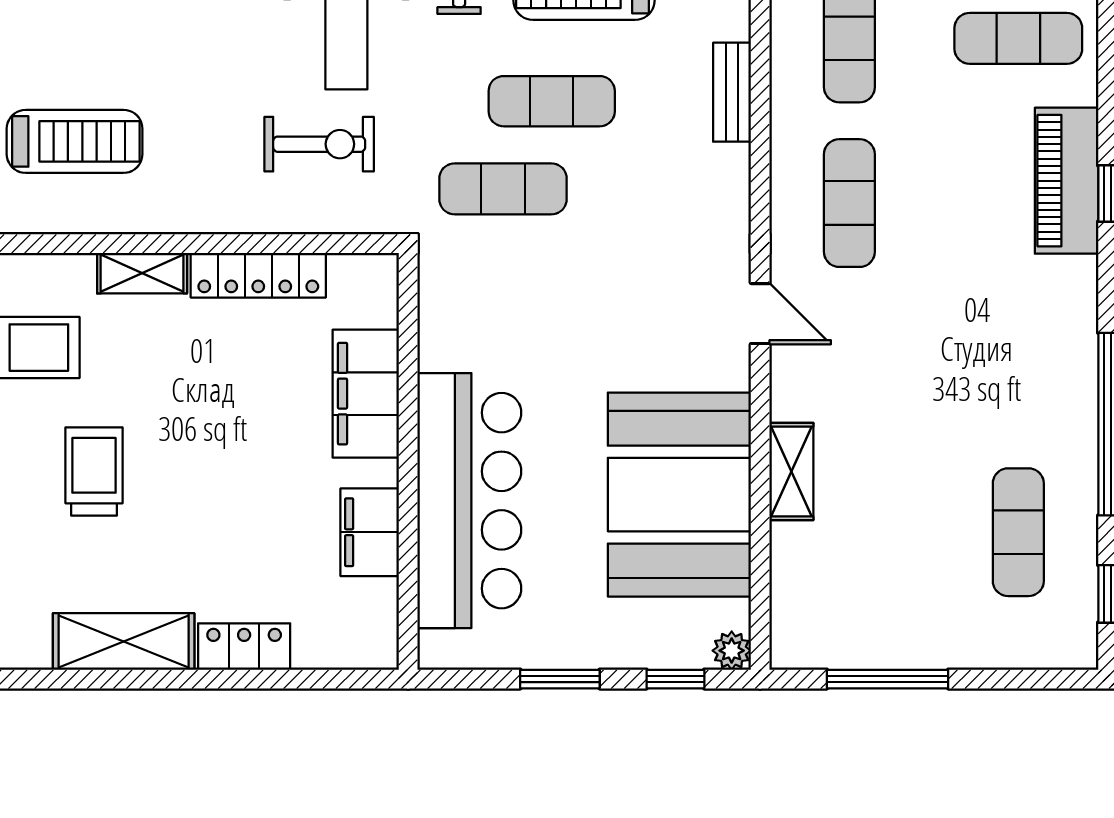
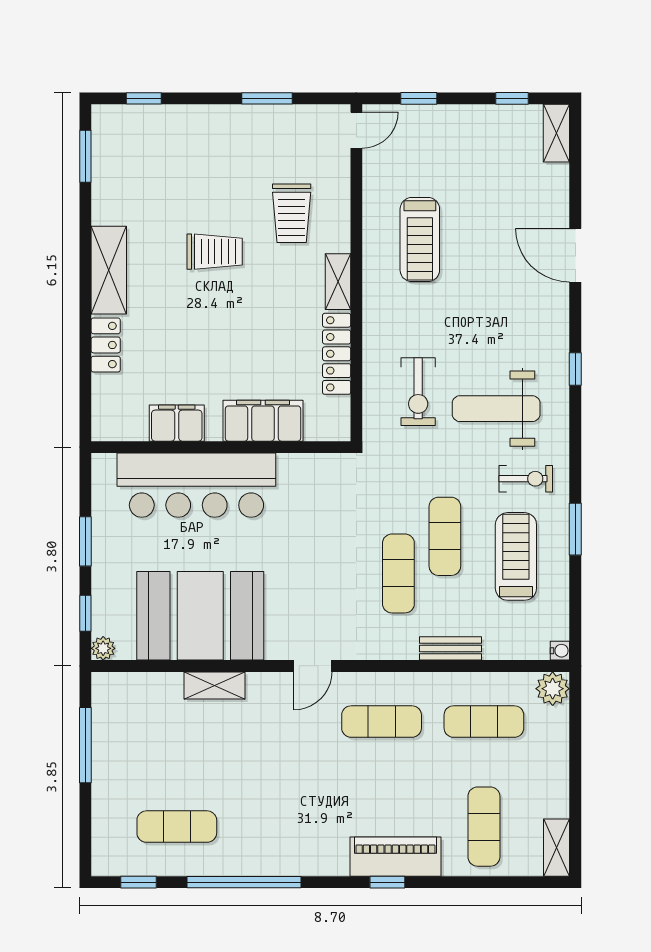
exercise mat: (503, 189) -> (398, 573), moved

